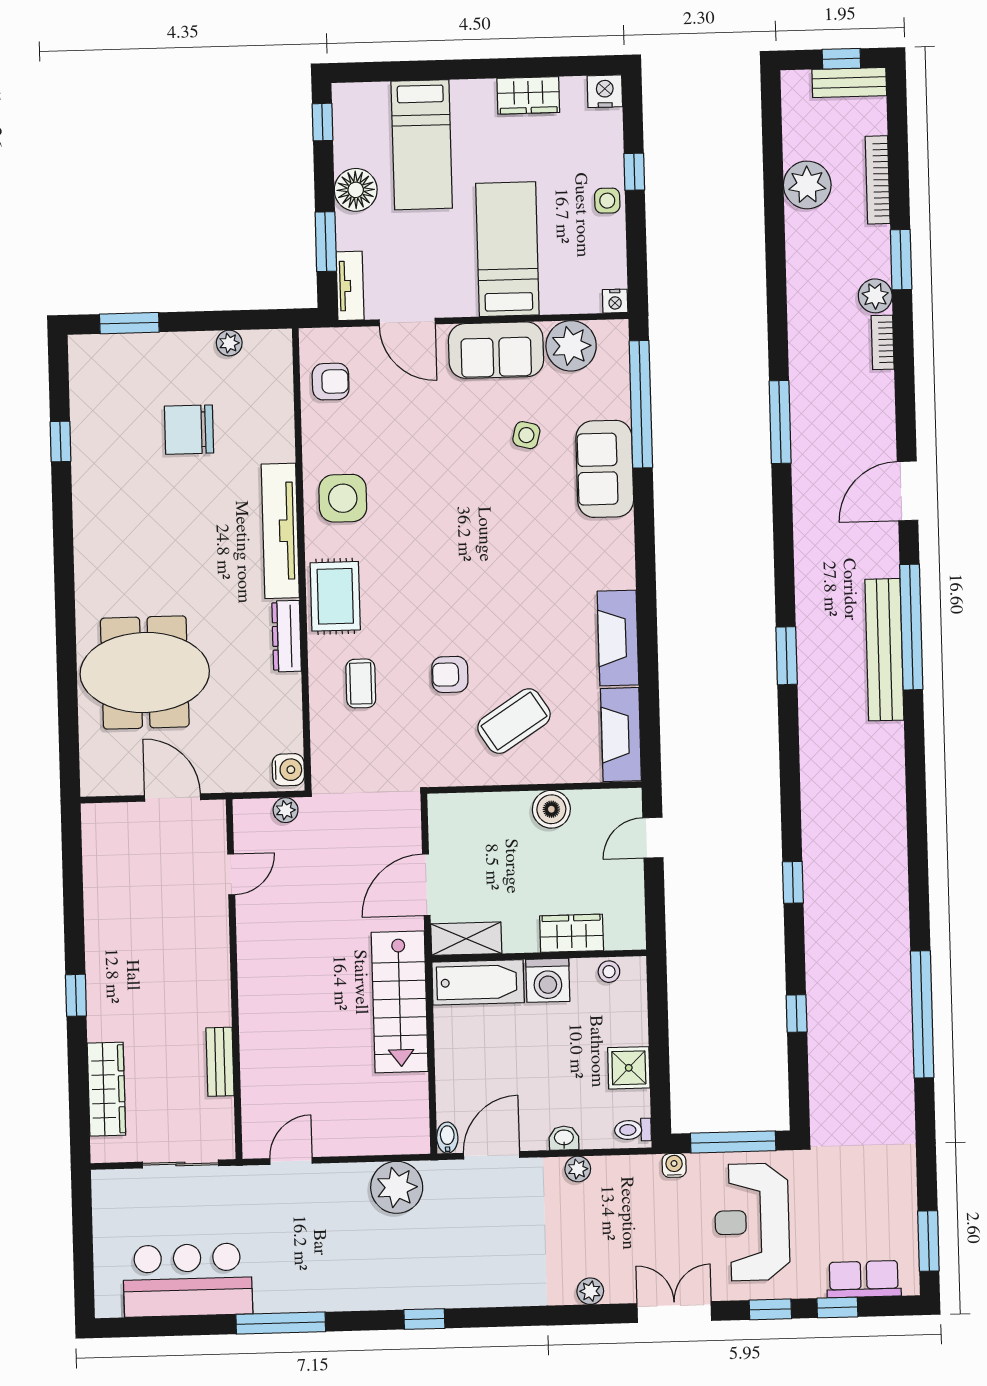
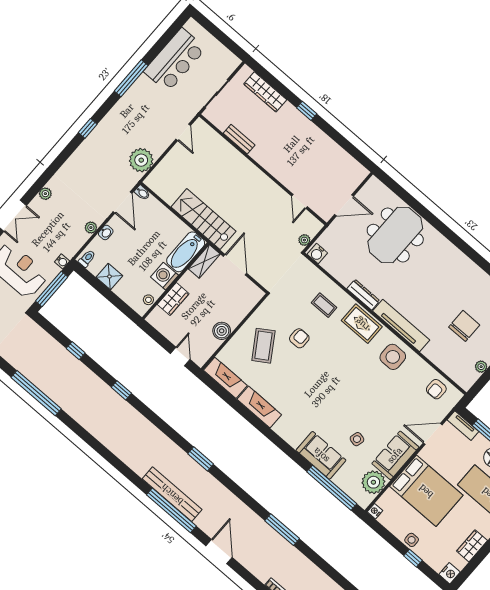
bed: (507, 249) -> (426, 491), width x1.50

